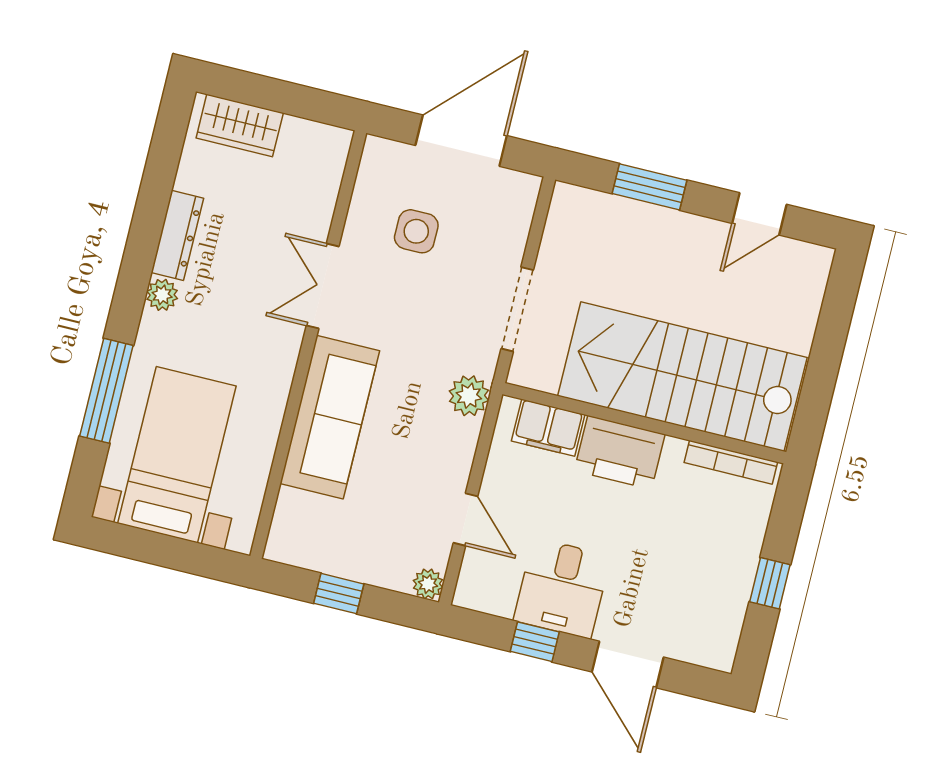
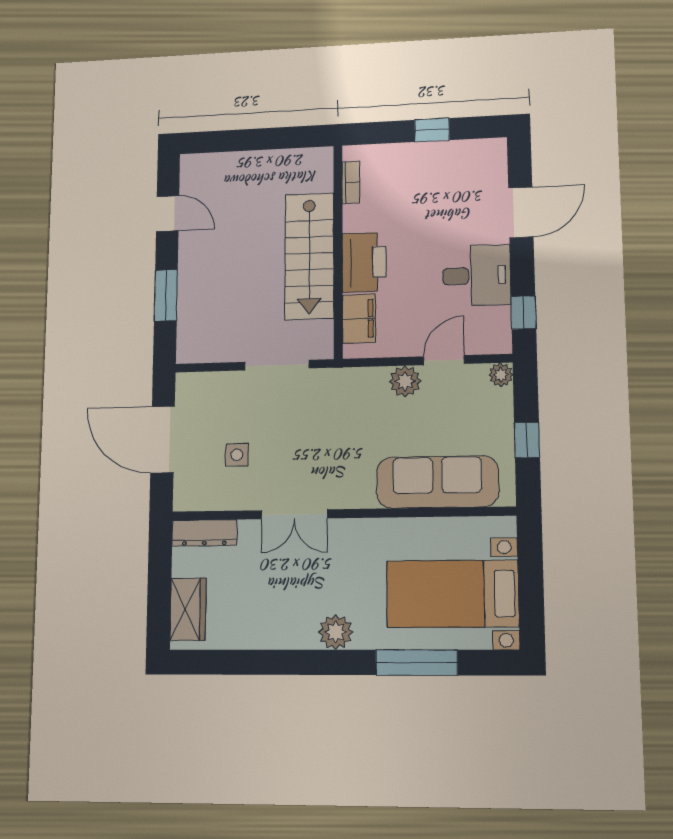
side table: (416, 231) -> (237, 455), width x0.73, depth x0.73
dresser: (177, 235) -> (204, 533), moved, turned 180
plant: (162, 295) -> (336, 632), width x1.38, depth x1.38
stairs: (682, 377) -> (309, 256), width x0.73, depth x0.66
plant: (469, 396) -> (405, 381), moved
sofa: (330, 417) -> (437, 482), moved
bookcase: (731, 462) -> (351, 182), width x0.64
window: (535, 642) -> (524, 313), moved

